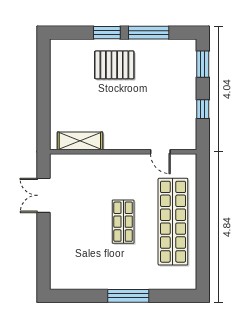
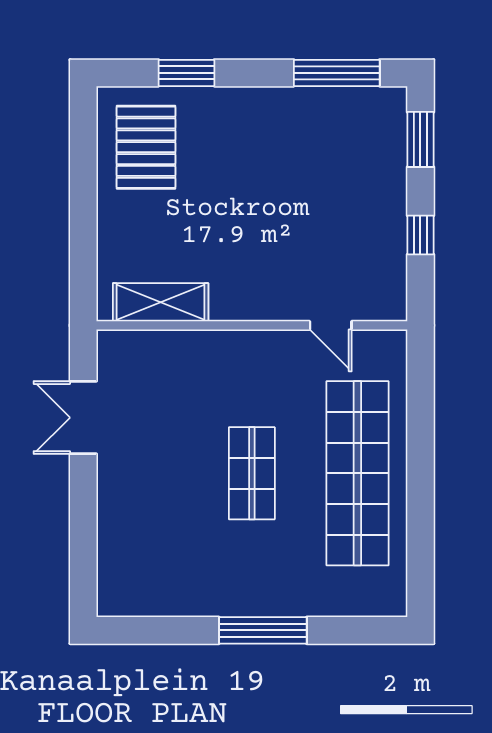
window: (107, 33) -> (186, 73), moved
window: (149, 33) -> (337, 73), moved
pallet: (114, 65) -> (146, 147), moved, turned 90

